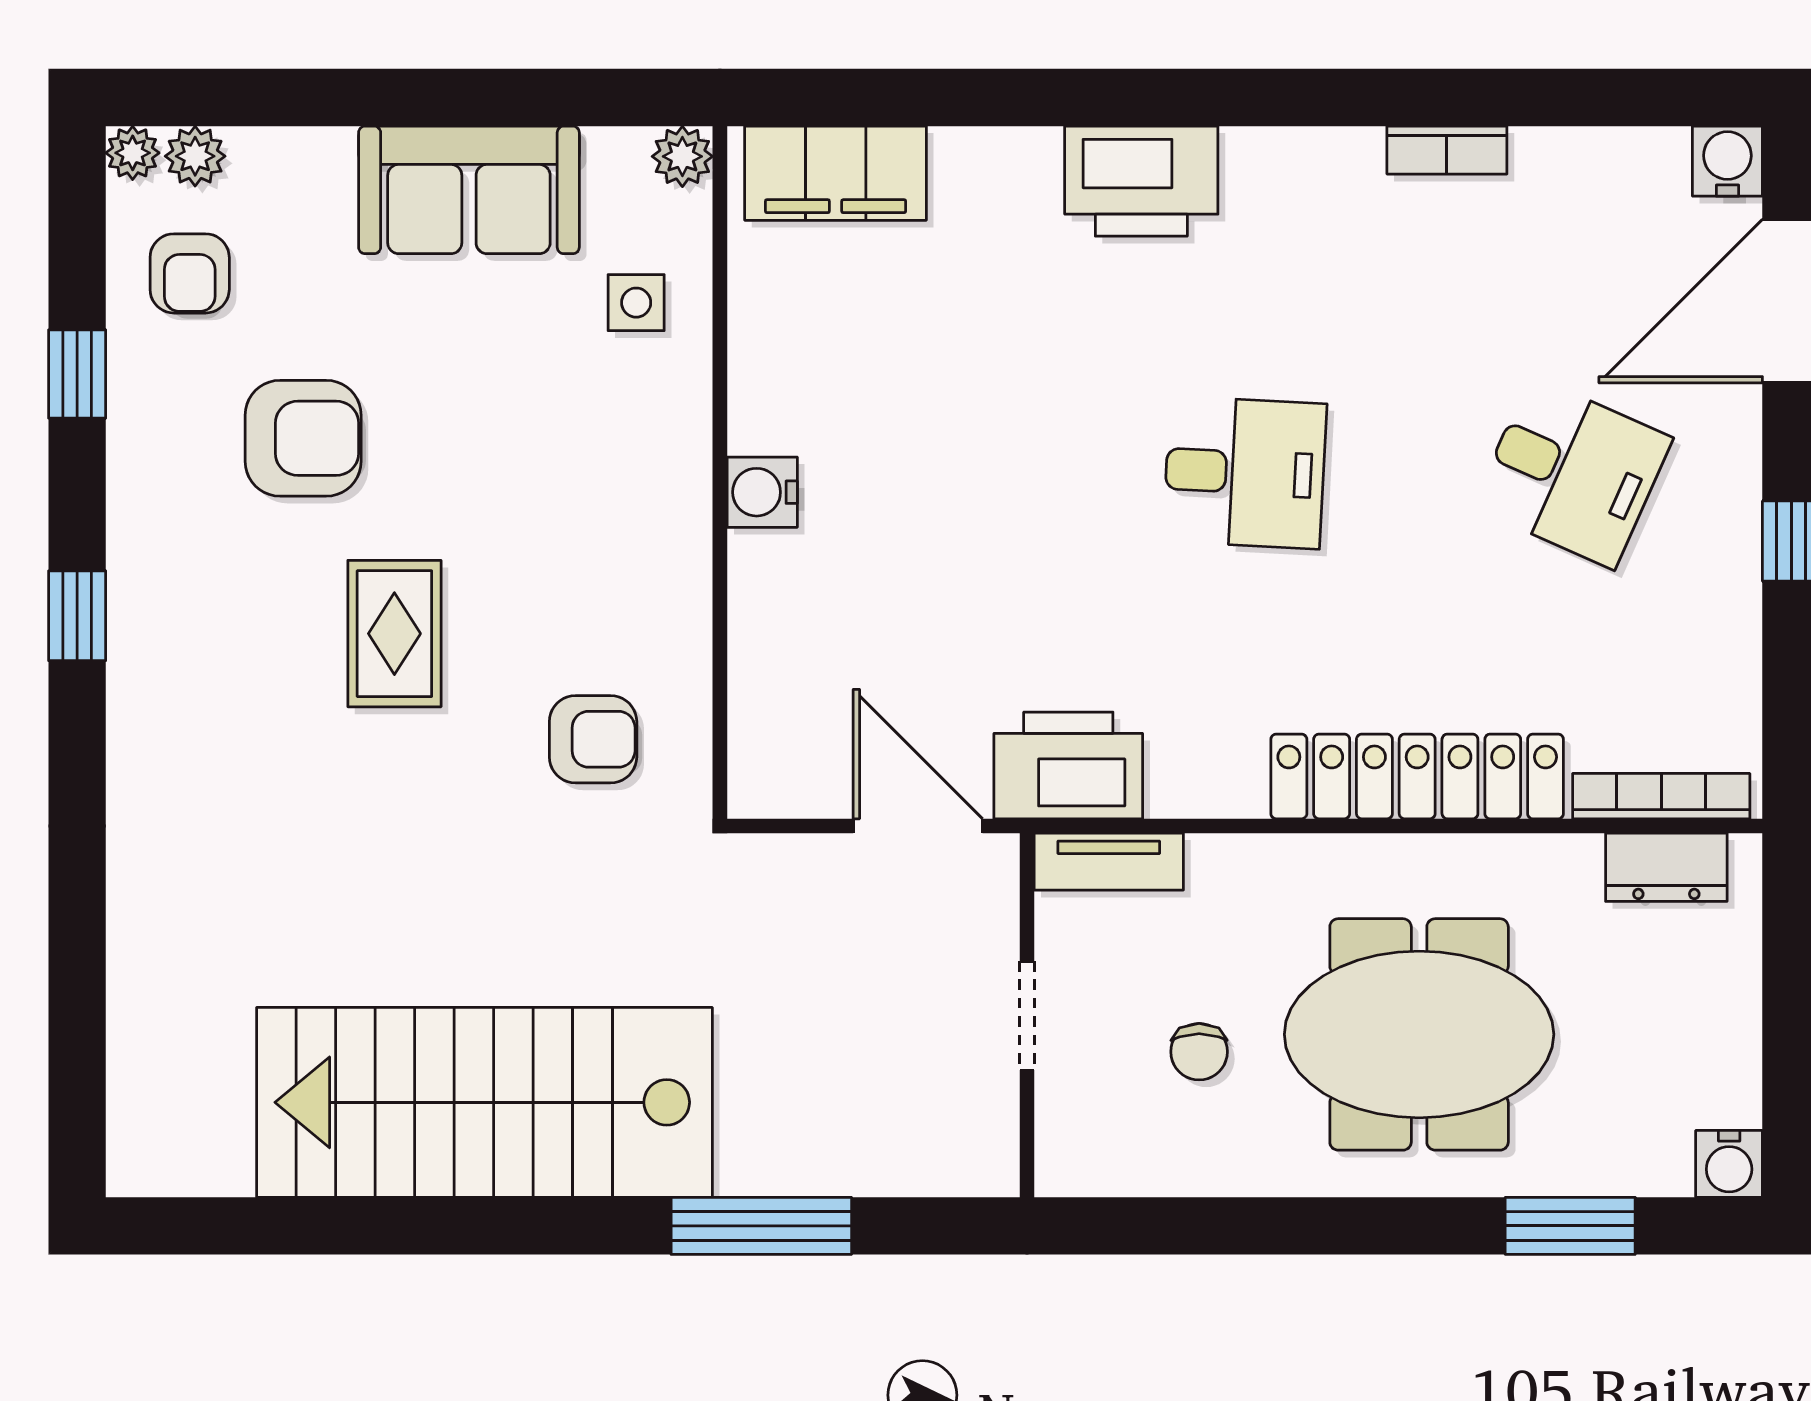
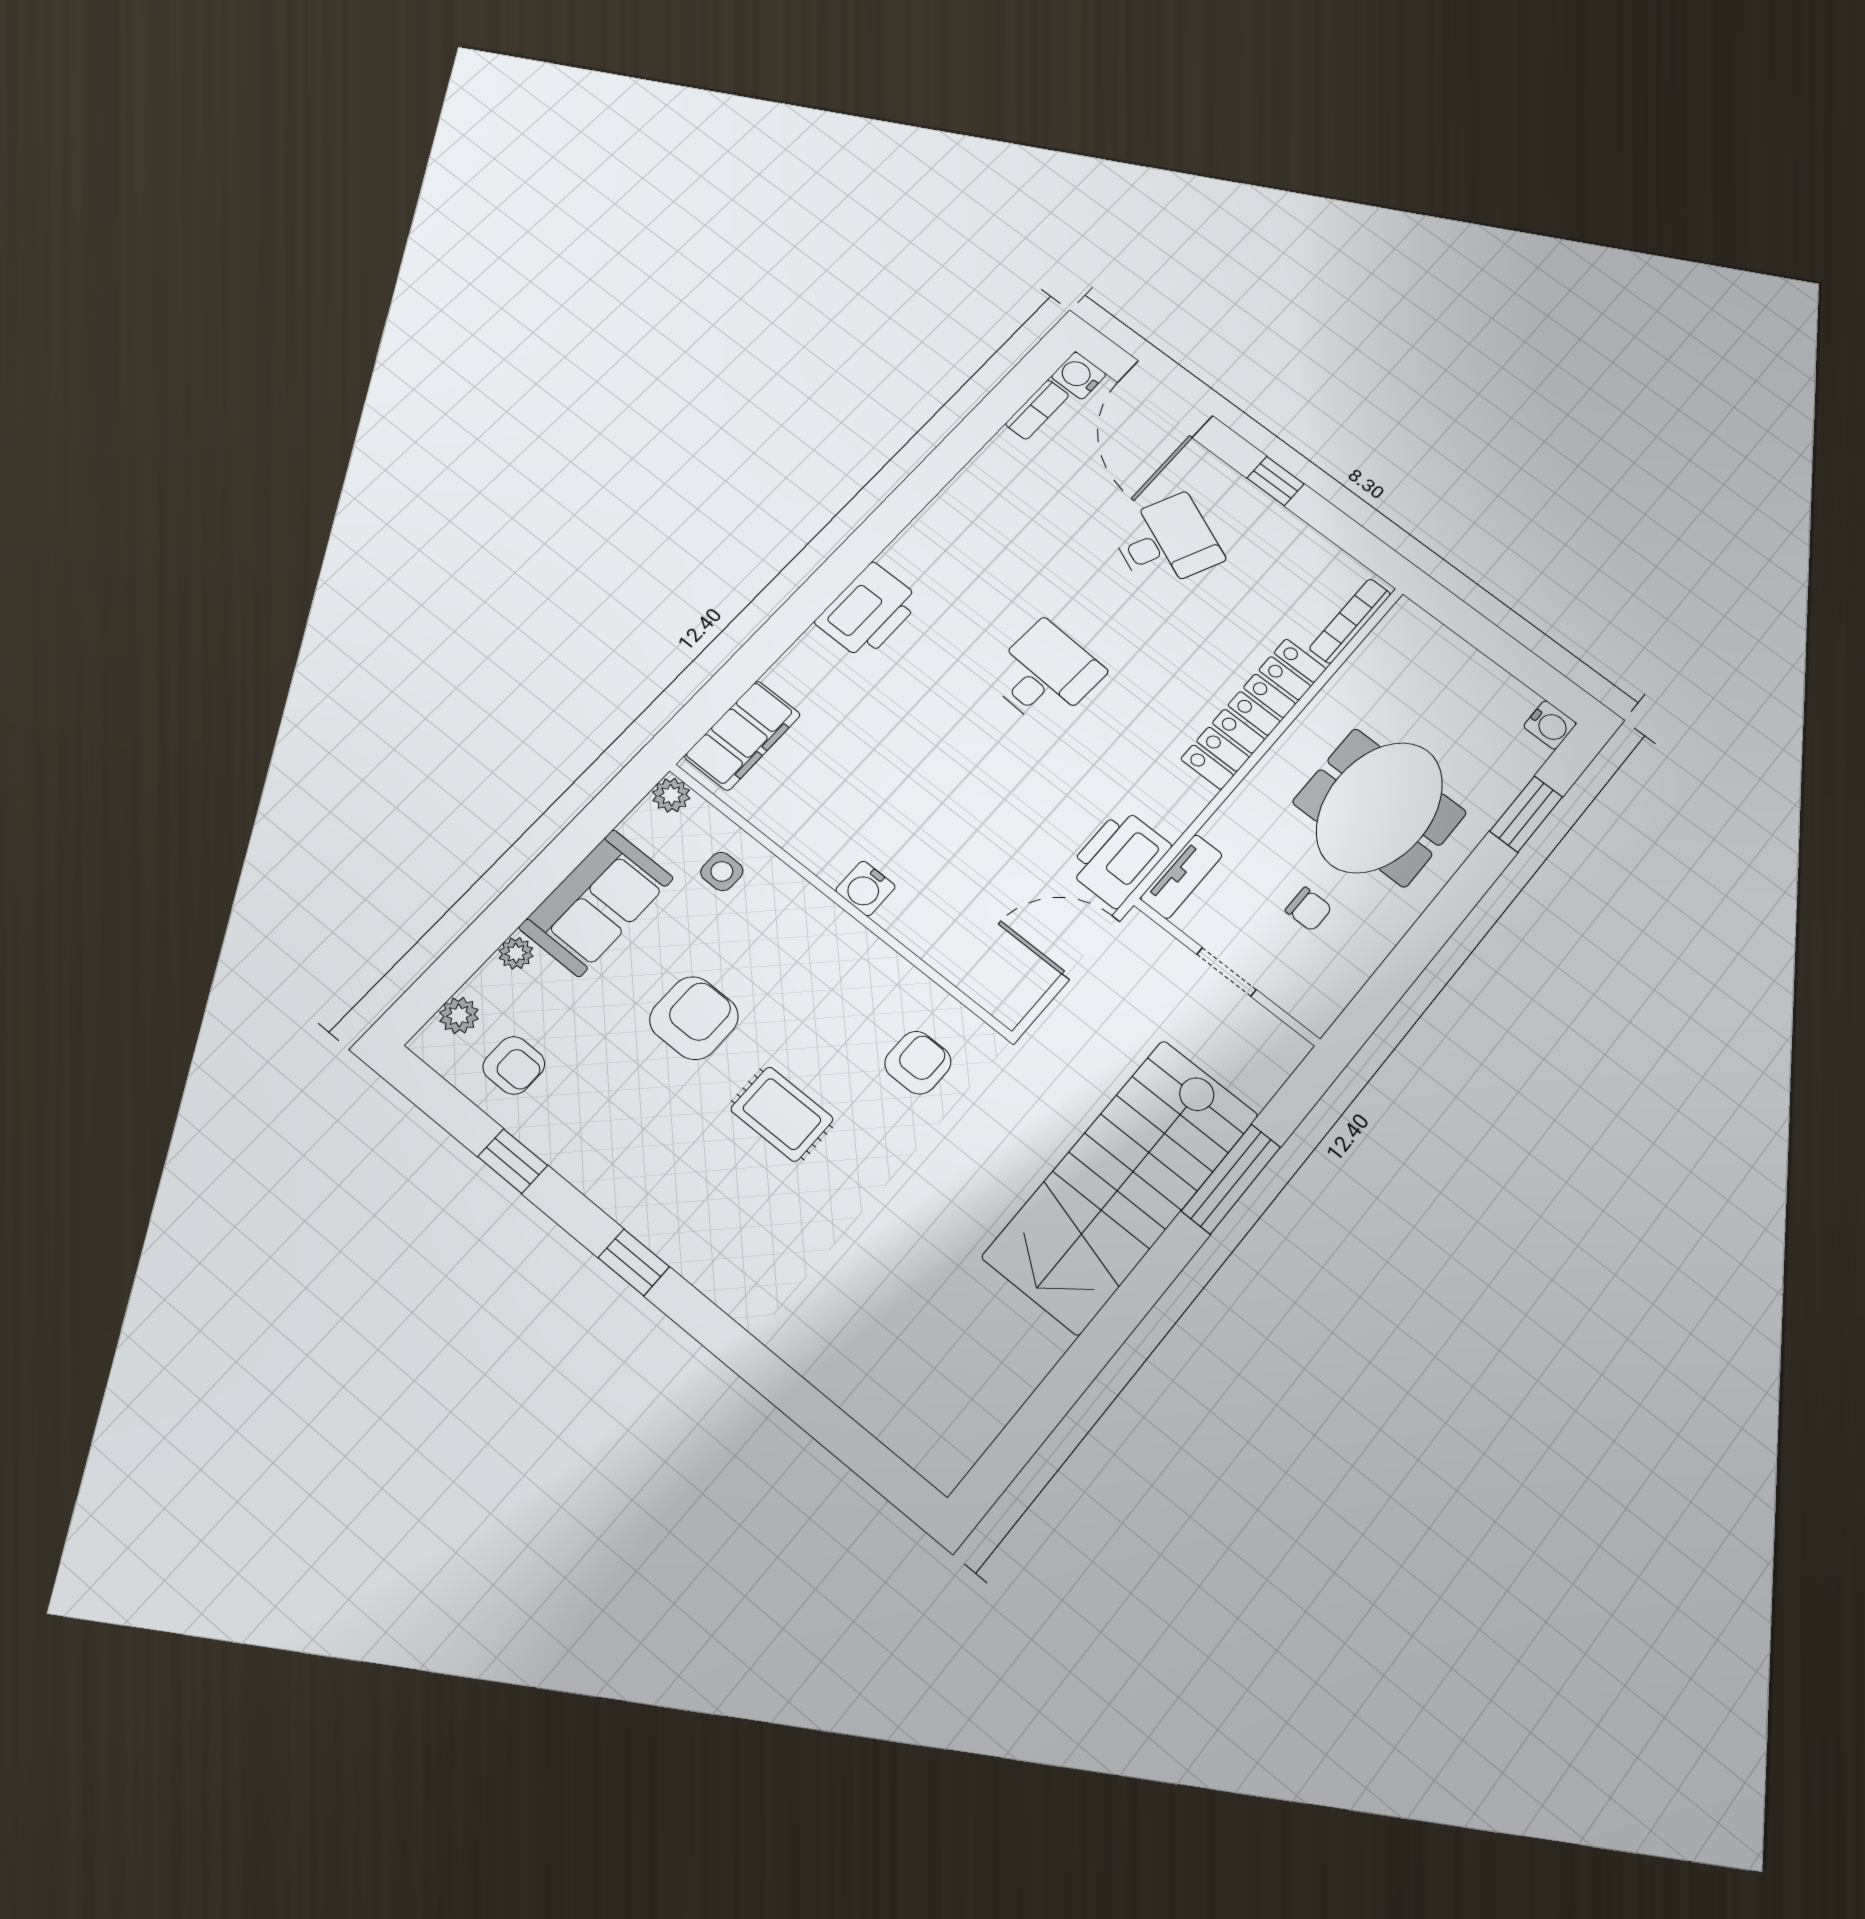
bookcase: (1447, 150) -> (1037, 410), moved
plant: (133, 153) -> (516, 953), moved
armchair: (303, 438) -> (694, 1018), moved
dresser: (1666, 867) -> (1386, 644), removed
stairs: (484, 1102) -> (1122, 1185), moved

